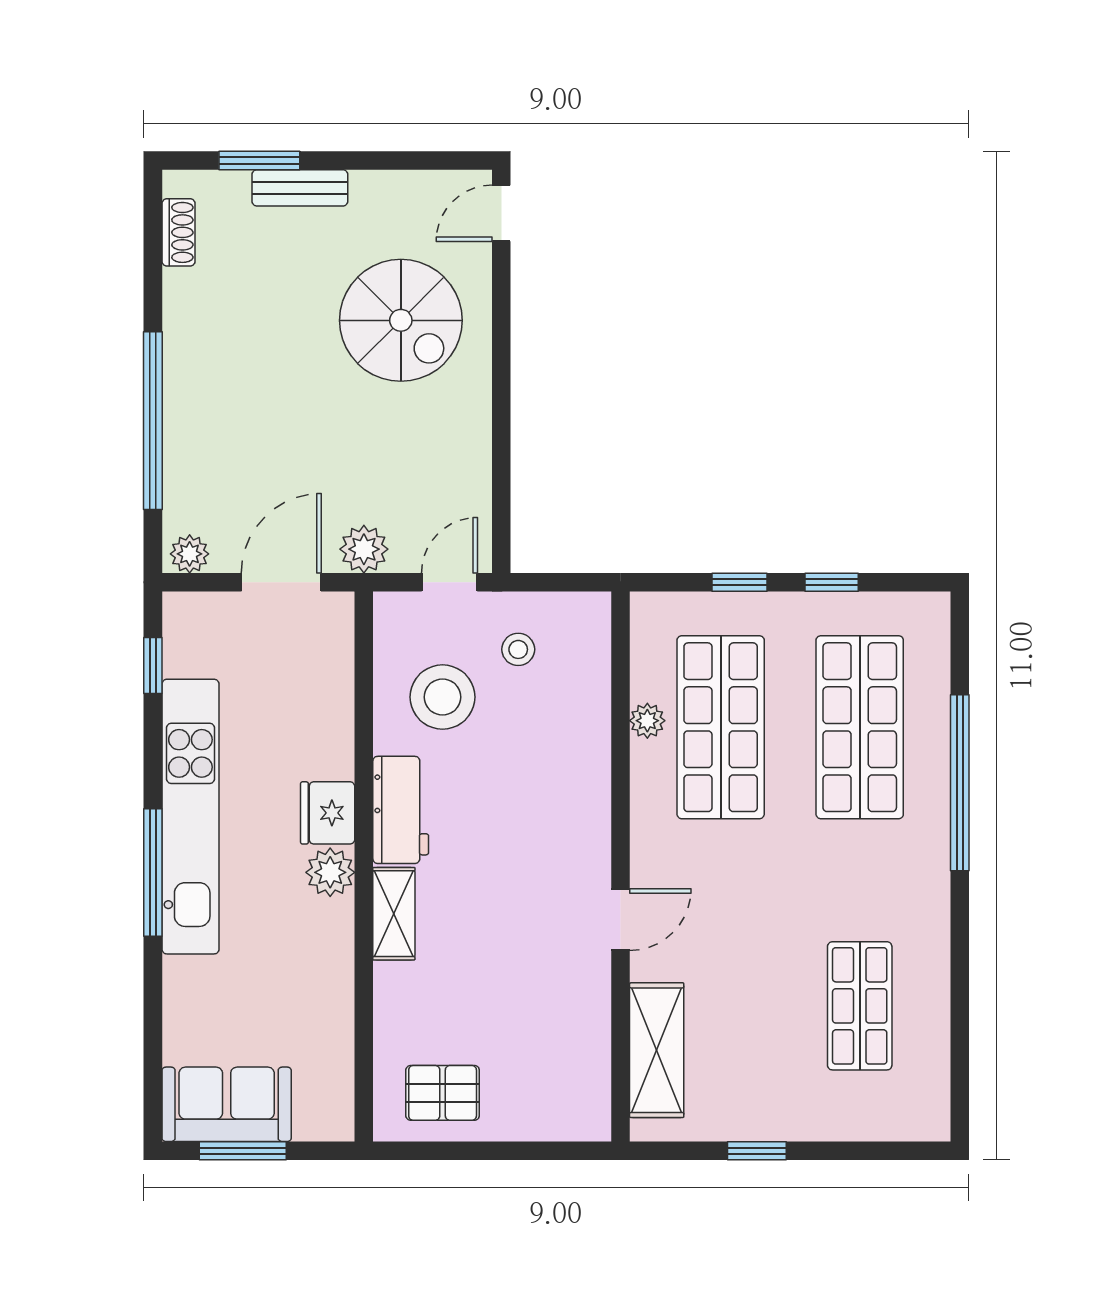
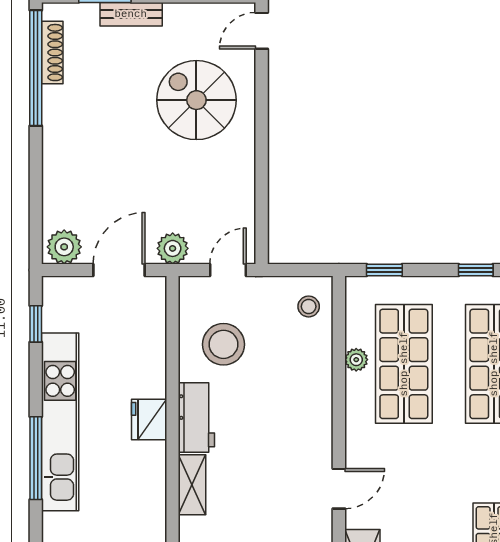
shoe rack: (178, 232) -> (52, 53), width x1.43
spiral stairs: (401, 320) -> (196, 100), turned 180
window: (153, 421) -> (36, 68), moved
plant: (190, 554) -> (64, 247), width x1.38, depth x1.38
window: (740, 582) -> (384, 270), moved
stool: (518, 649) -> (309, 306), moved
plant: (330, 872) -> (151, 458), removed

